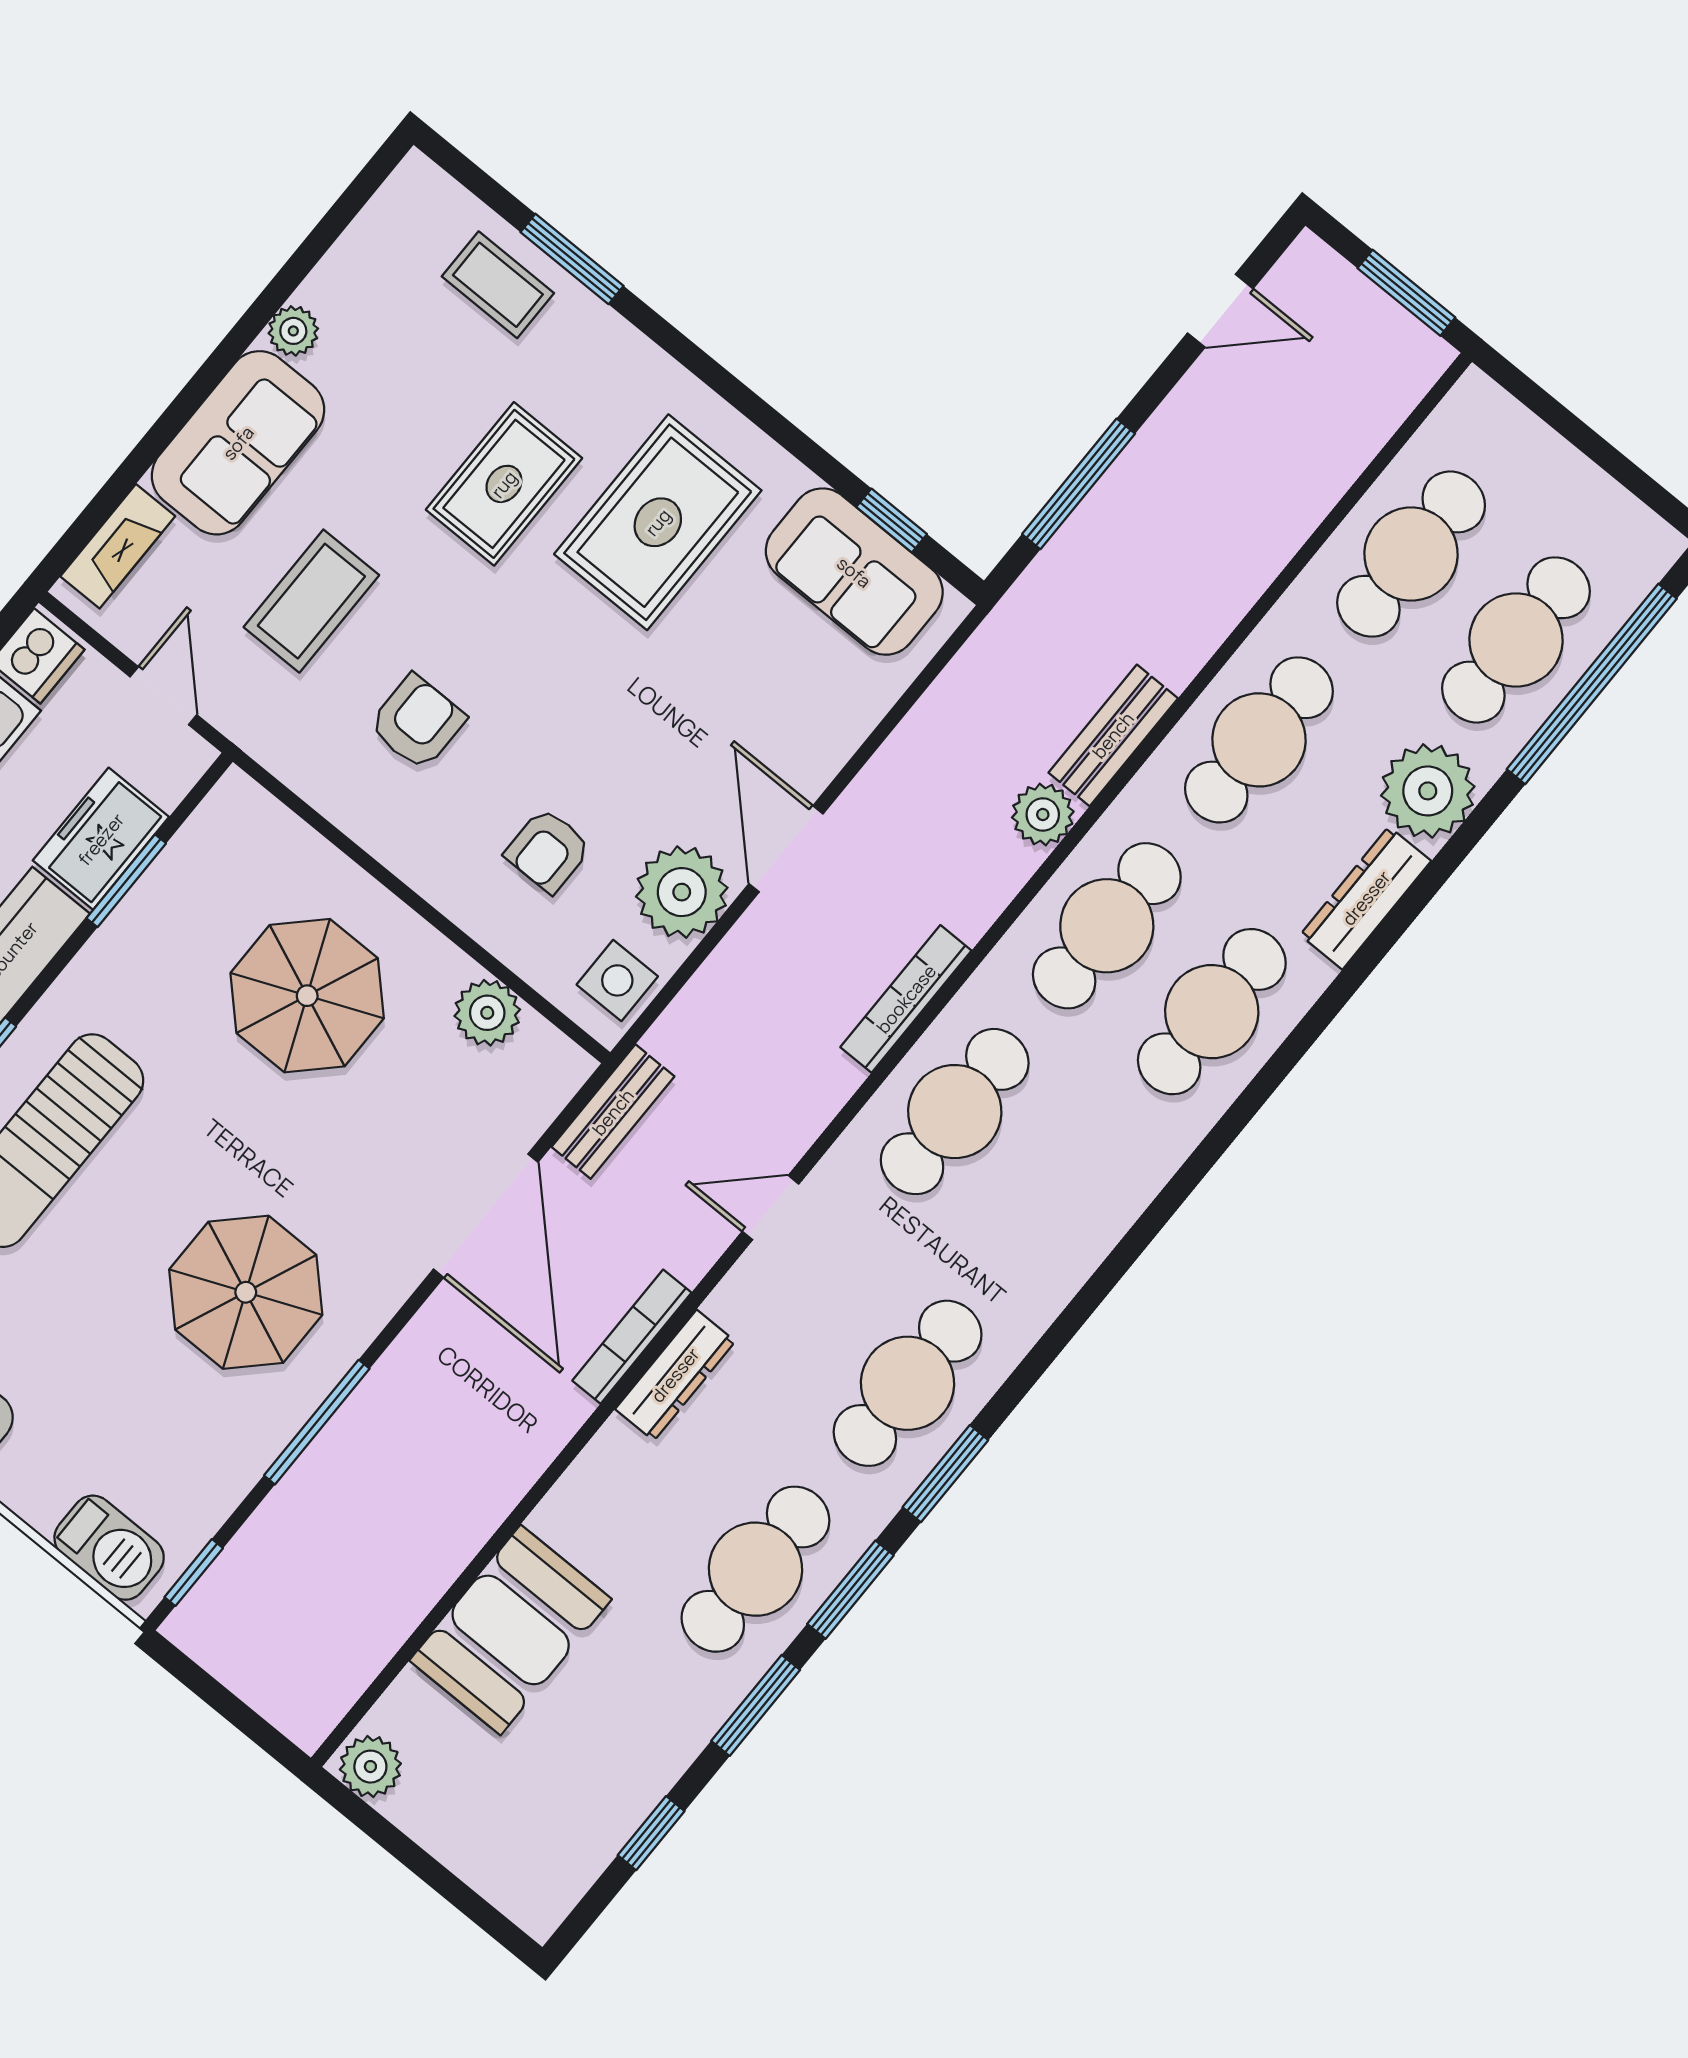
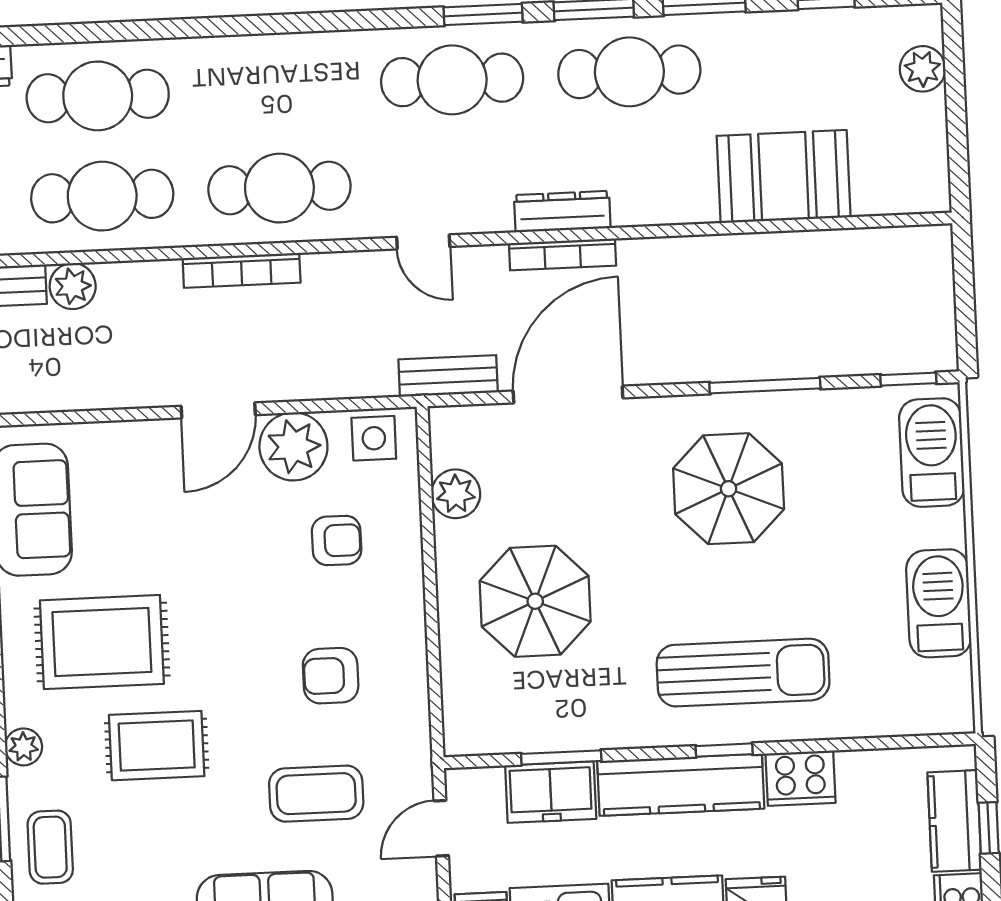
plant: (623, 348) -> (24, 747), added
barbecue: (109, 1548) -> (932, 453), width x1.37, depth x1.21
plant: (370, 1767) -> (923, 69), moved

